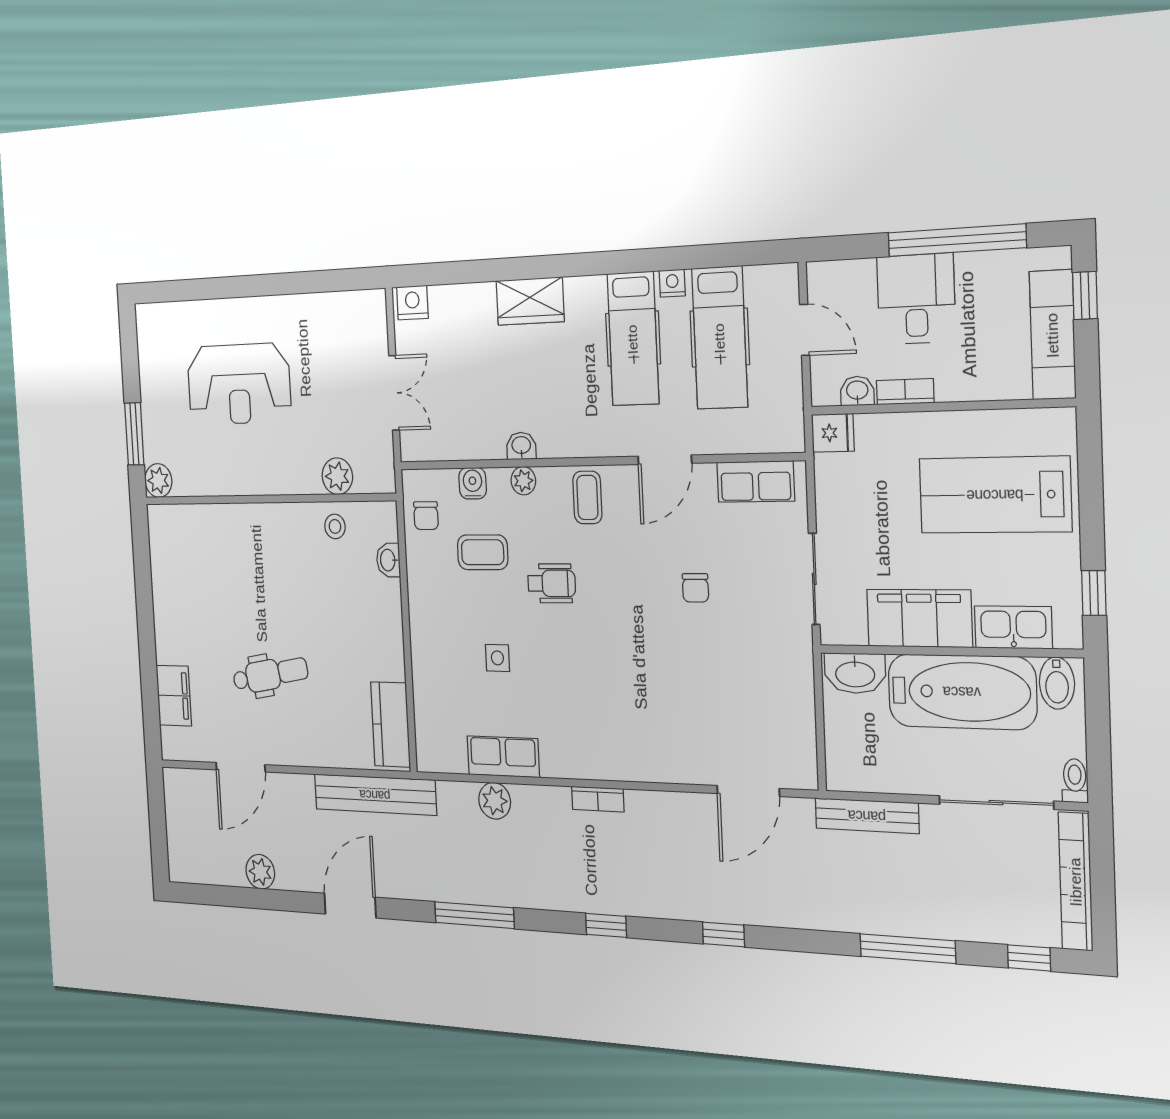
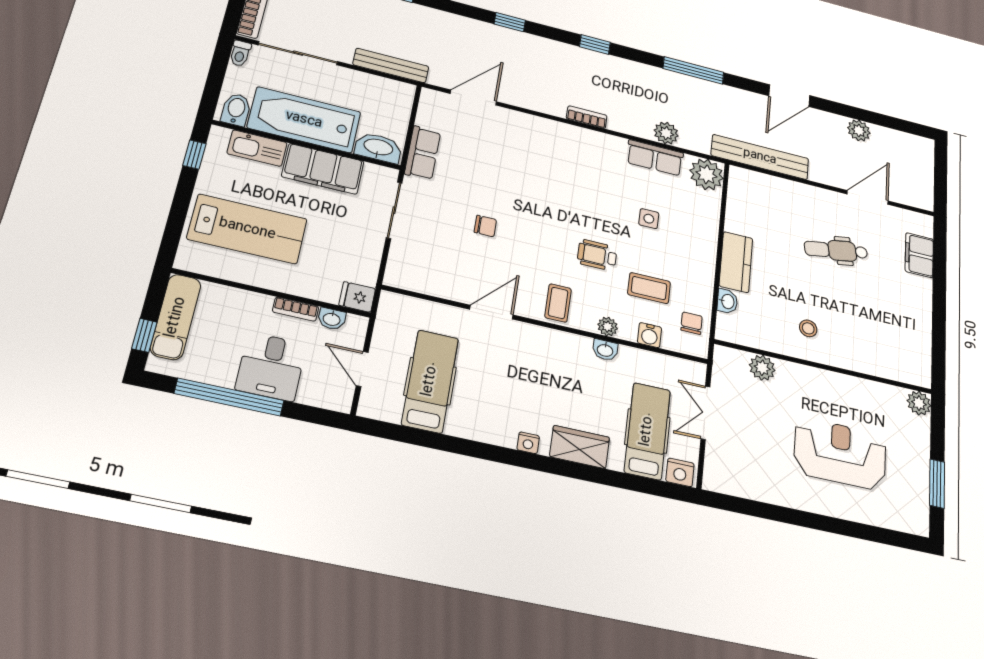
nightstand: (672, 283) -> (528, 443), moved
hospital bed: (633, 339) -> (647, 431), moved
window: (134, 434) -> (937, 484), moved
row of seats: (756, 482) -> (423, 153), moved, turned 90
stool: (335, 526) -> (808, 328), moved
chair: (695, 588) -> (485, 226), turned 90
kitchen counter: (391, 724) -> (736, 262), moved
plant: (437, 748) -> (707, 174), added

